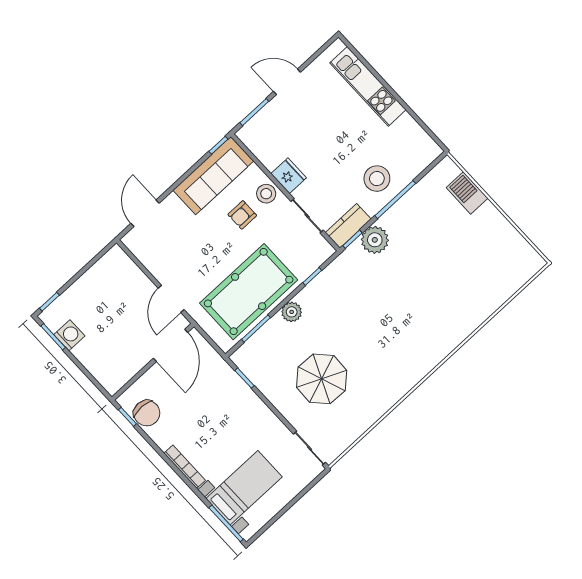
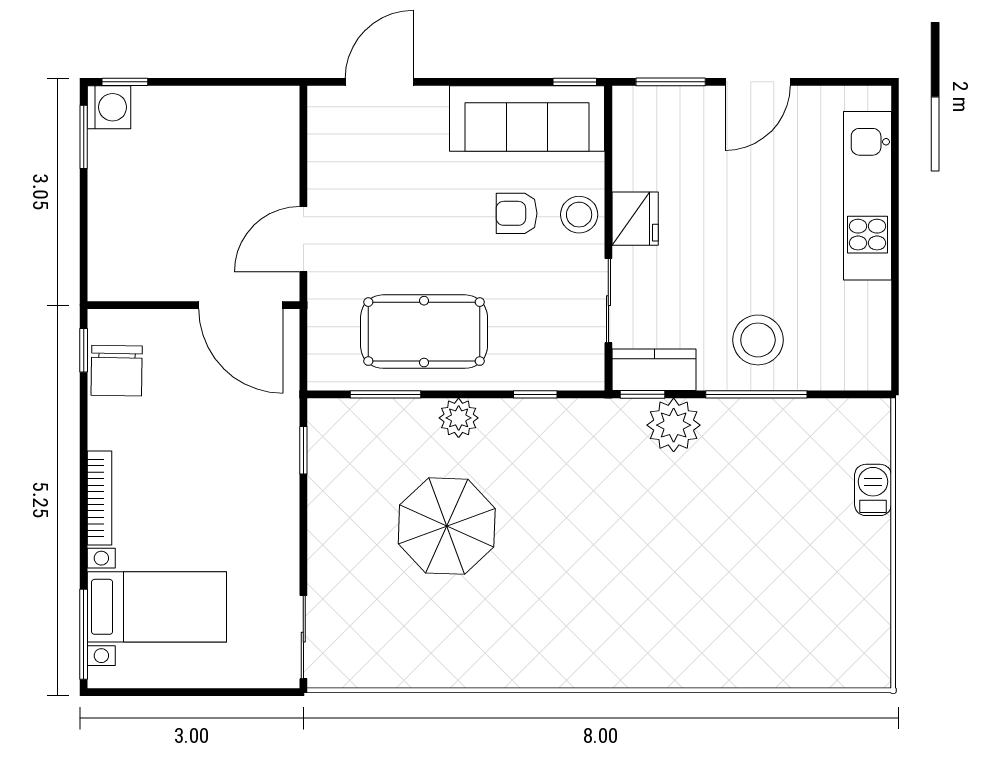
door: (287, 82) -> (758, 82), swing flipped
barbecue: (467, 193) -> (873, 490), width x0.73, depth x0.79
pool table: (249, 292) -> (424, 332), width x0.73, depth x0.76
washing machine: (69, 335) -> (109, 107), moved
door: (171, 345) -> (241, 305), hinge flipped
parasol: (322, 379) -> (447, 526), moved

